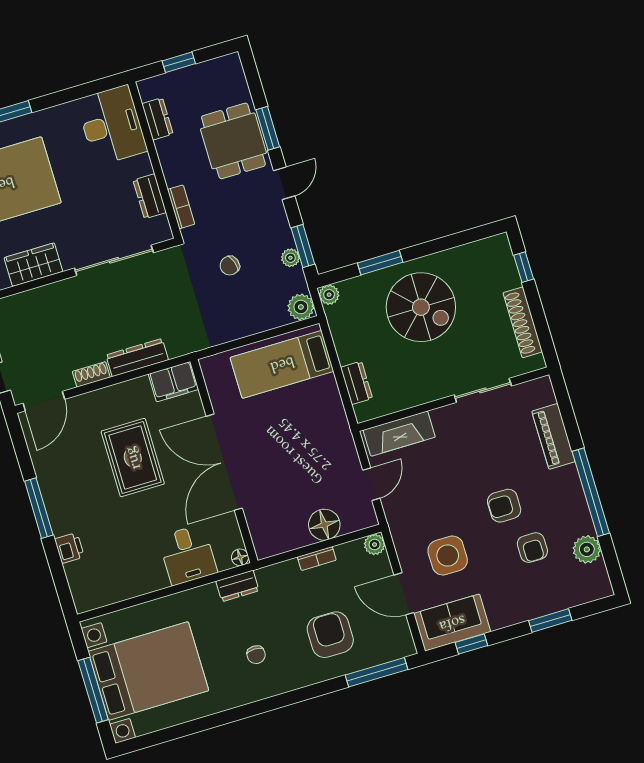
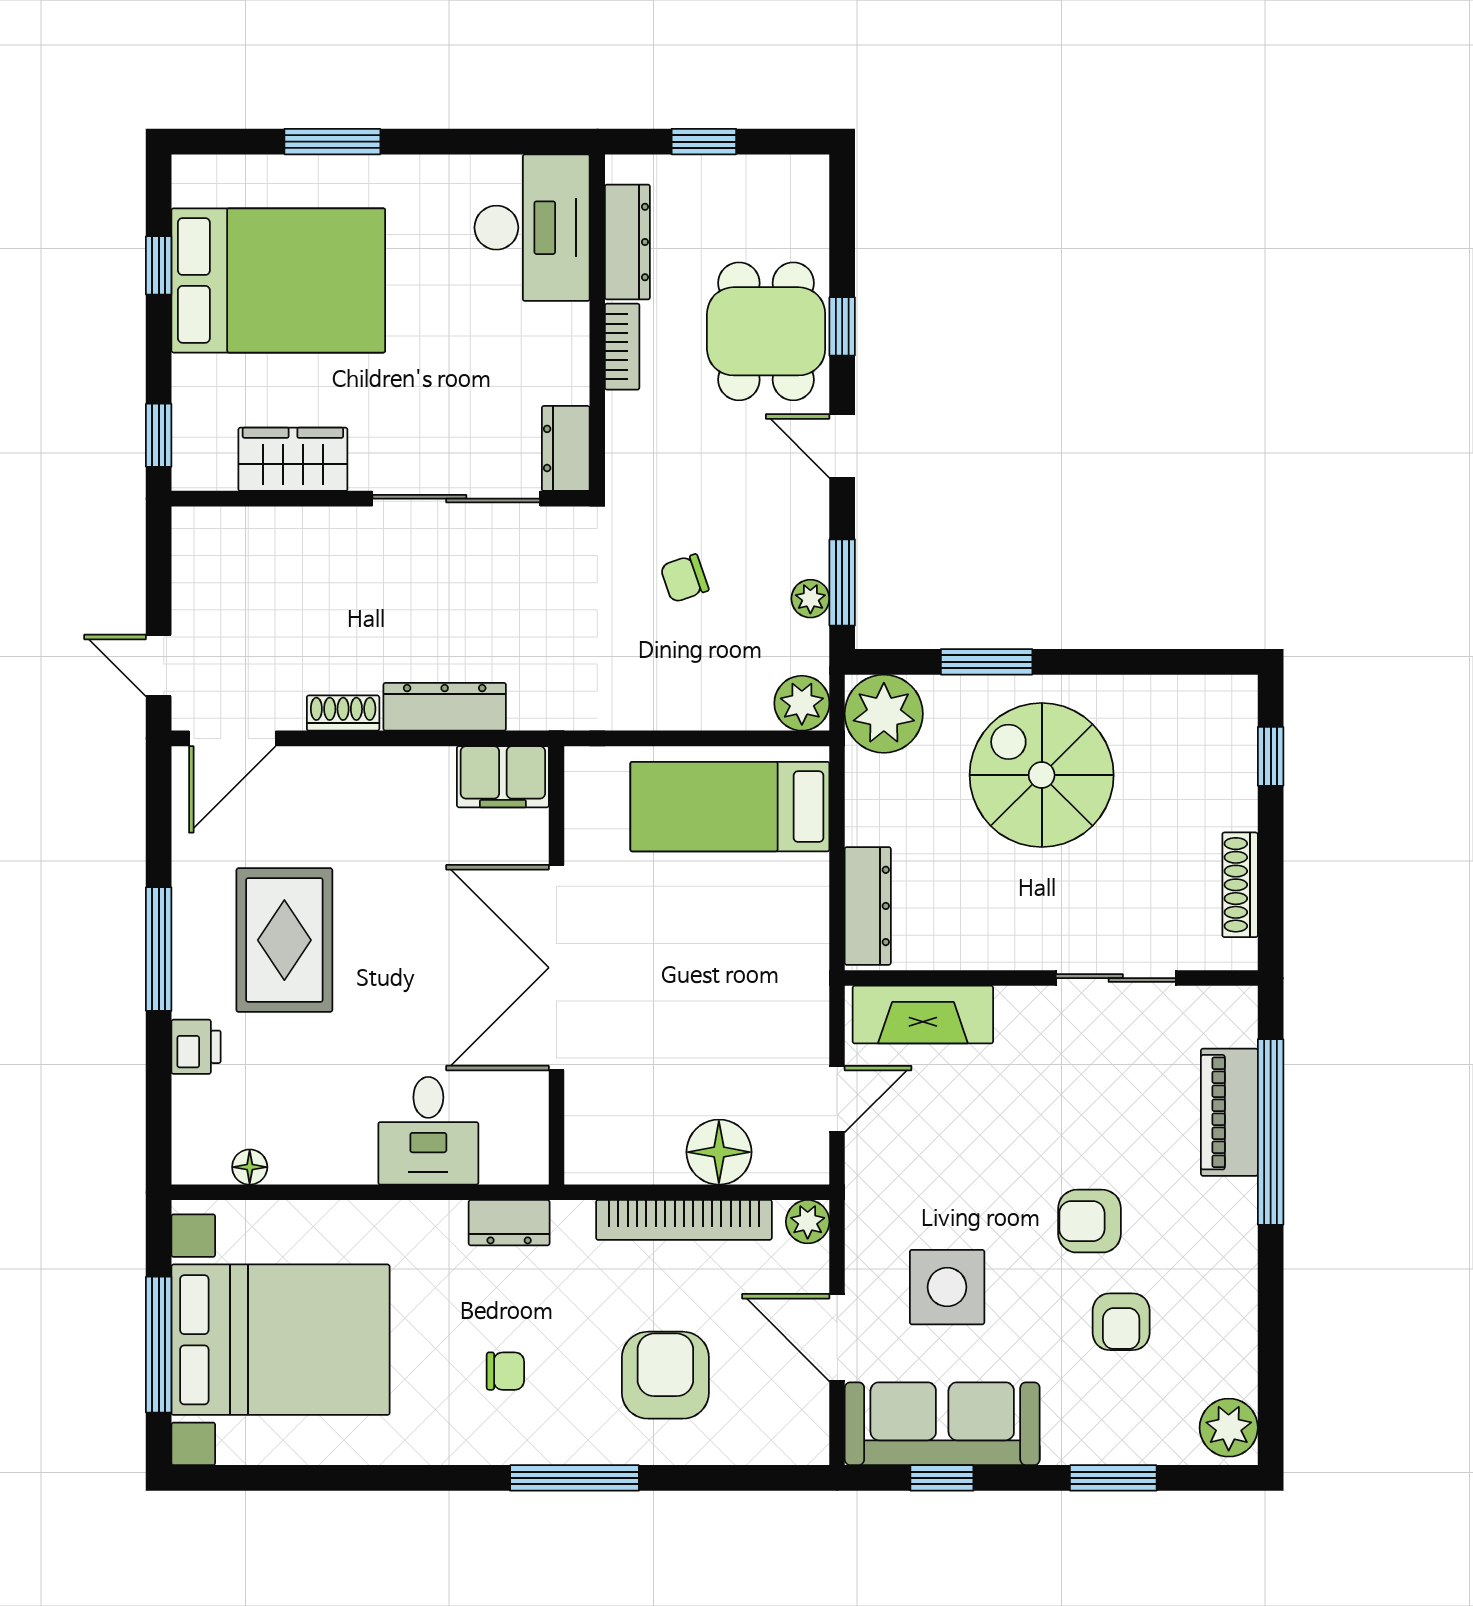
dresser: (157, 119) -> (627, 242), width x1.44
window: (268, 128) -> (842, 326), width x0.67
door: (284, 183) -> (842, 446), swing flipped
dresser: (150, 196) -> (566, 448), moved
bookcase: (181, 207) -> (622, 347), moved
plant: (329, 295) -> (884, 714), width x1.87, depth x1.87
spiral stairs: (421, 307) -> (1042, 775), turned 180
shoe rack: (523, 322) -> (1240, 885), width x0.74, depth x0.81
dresser: (356, 383) -> (868, 906), width x1.44
rug: (133, 458) -> (284, 940), moved
window: (591, 492) -> (1271, 1132), moved
plant: (587, 549) -> (1229, 1428), moved
floor lamp: (240, 557) -> (250, 1167), moved
bookcase: (317, 559) -> (684, 1220), width x2.31, depth x1.31
sofa: (452, 623) -> (942, 1424), width x1.36
chair: (256, 655) -> (505, 1371), turned -90
window: (376, 672) -> (574, 1478), moved

